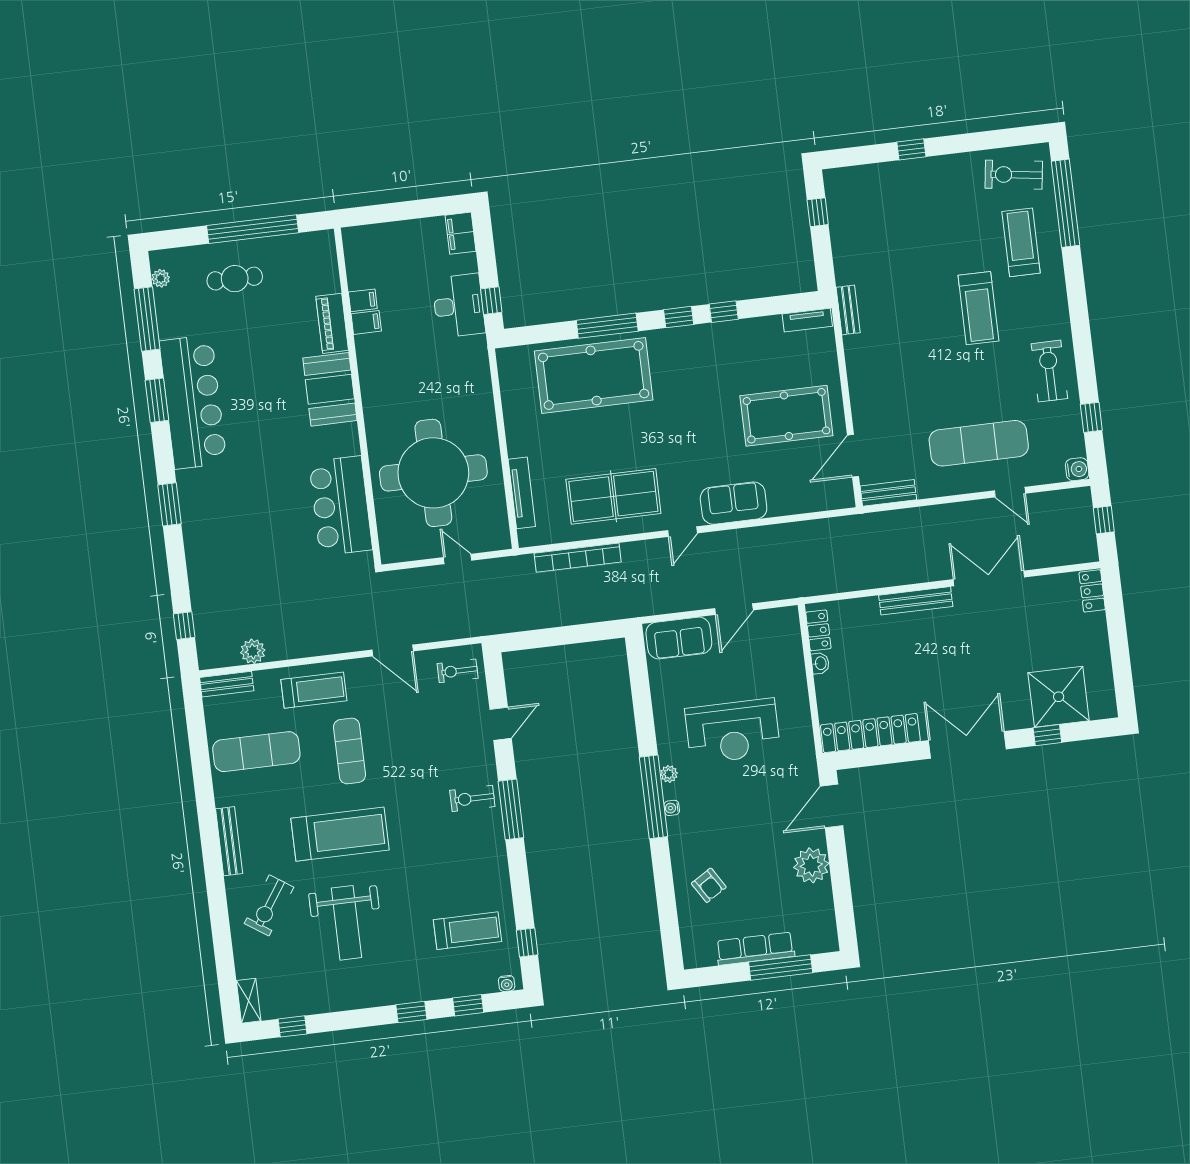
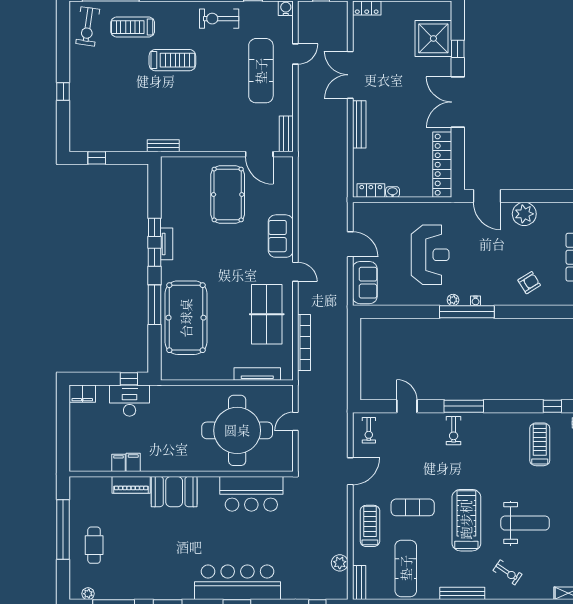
tv unit: (807, 320) -> (167, 244), moved
bar counter: (193, 402) -> (238, 582), moved
exercise bike: (269, 905) -> (507, 572), width x0.73, depth x0.72

